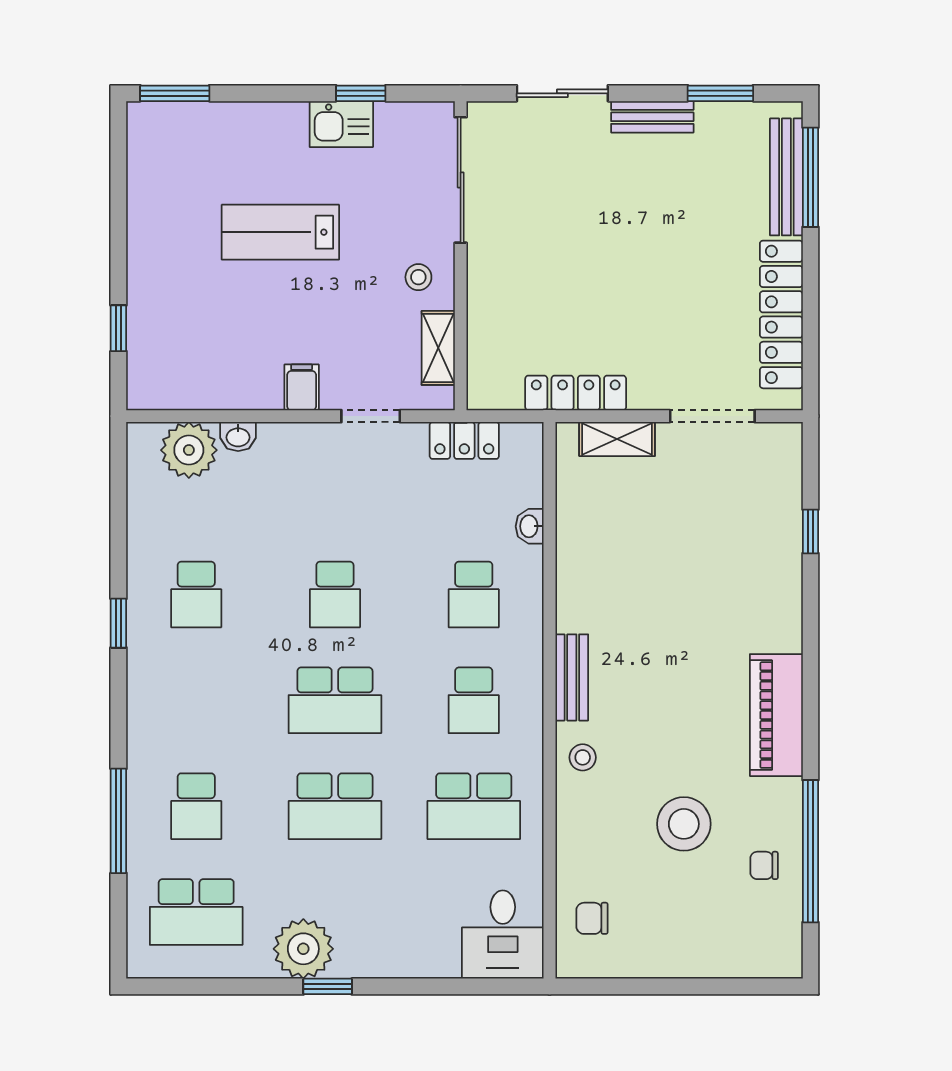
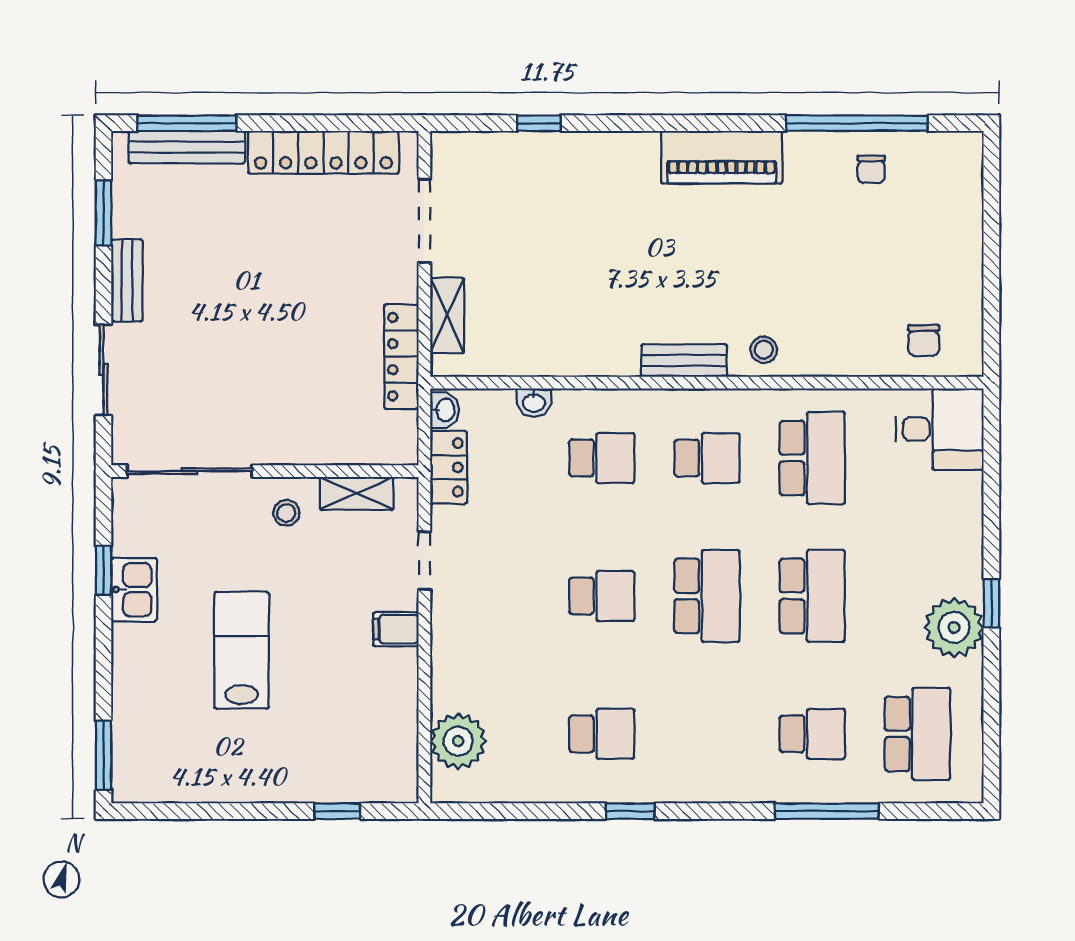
lab bench: (280, 232) -> (242, 650), turned 180
washbasin: (238, 436) -> (445, 410), moved
stool: (684, 824) -> (830, 249), removed

